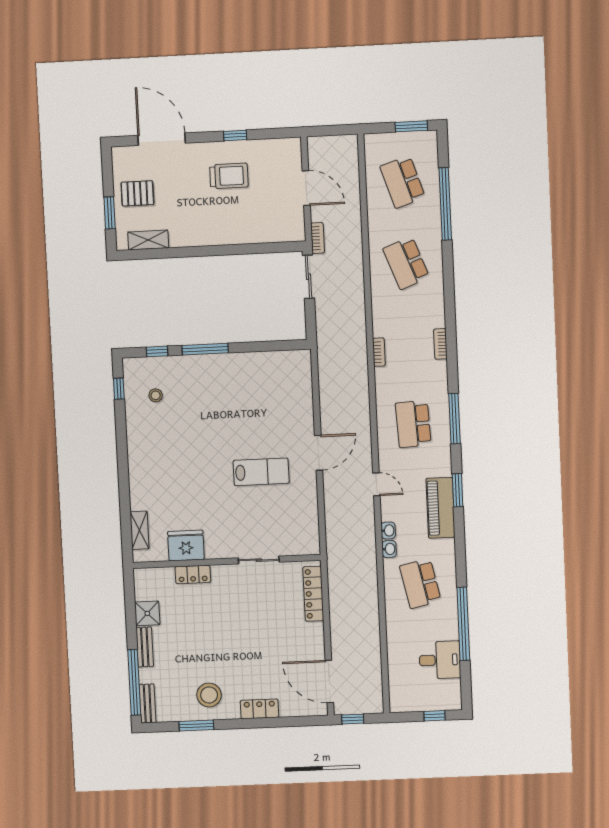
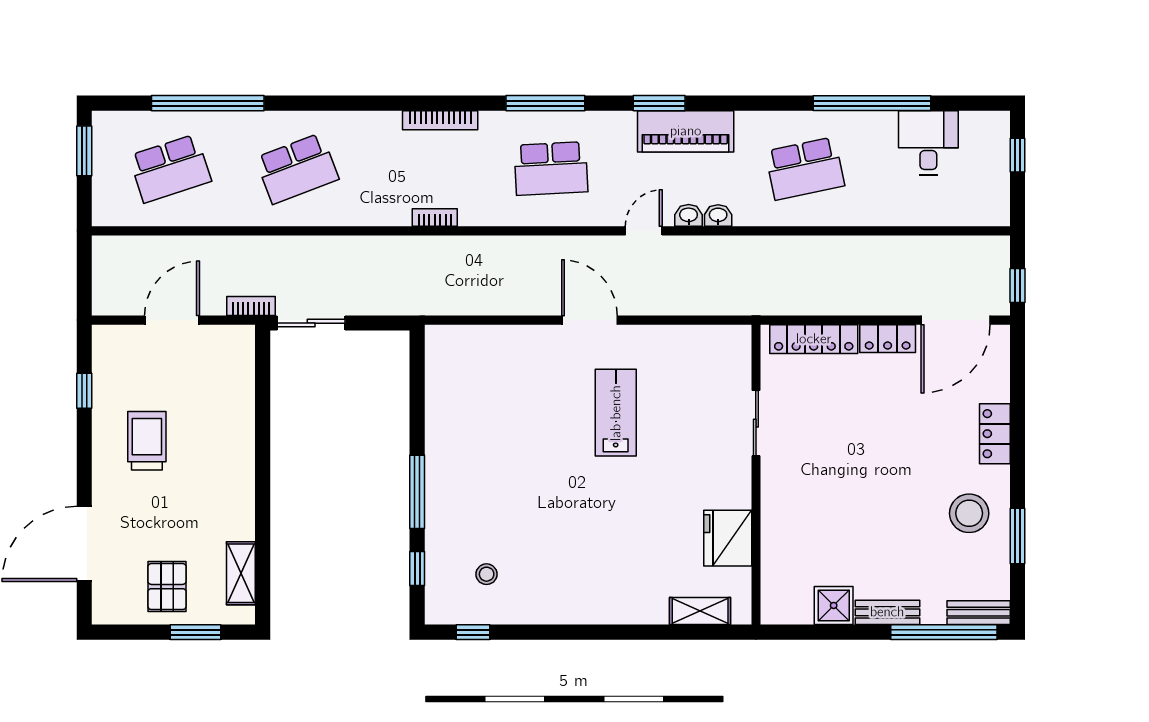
window: (235, 135) -> (84, 391), moved
bookcase: (440, 344) -> (440, 120), width x1.56
washbasin: (389, 549) -> (689, 215), moved
locker: (193, 574) -> (888, 339), moved, turned 90

